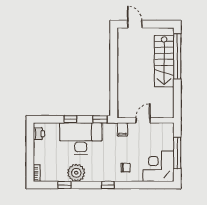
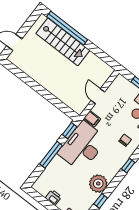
window: (70, 119) -> (51, 155), width x2.17
printer: (39, 134) -> (53, 197), moved
desk: (81, 138) -> (82, 146), moved

